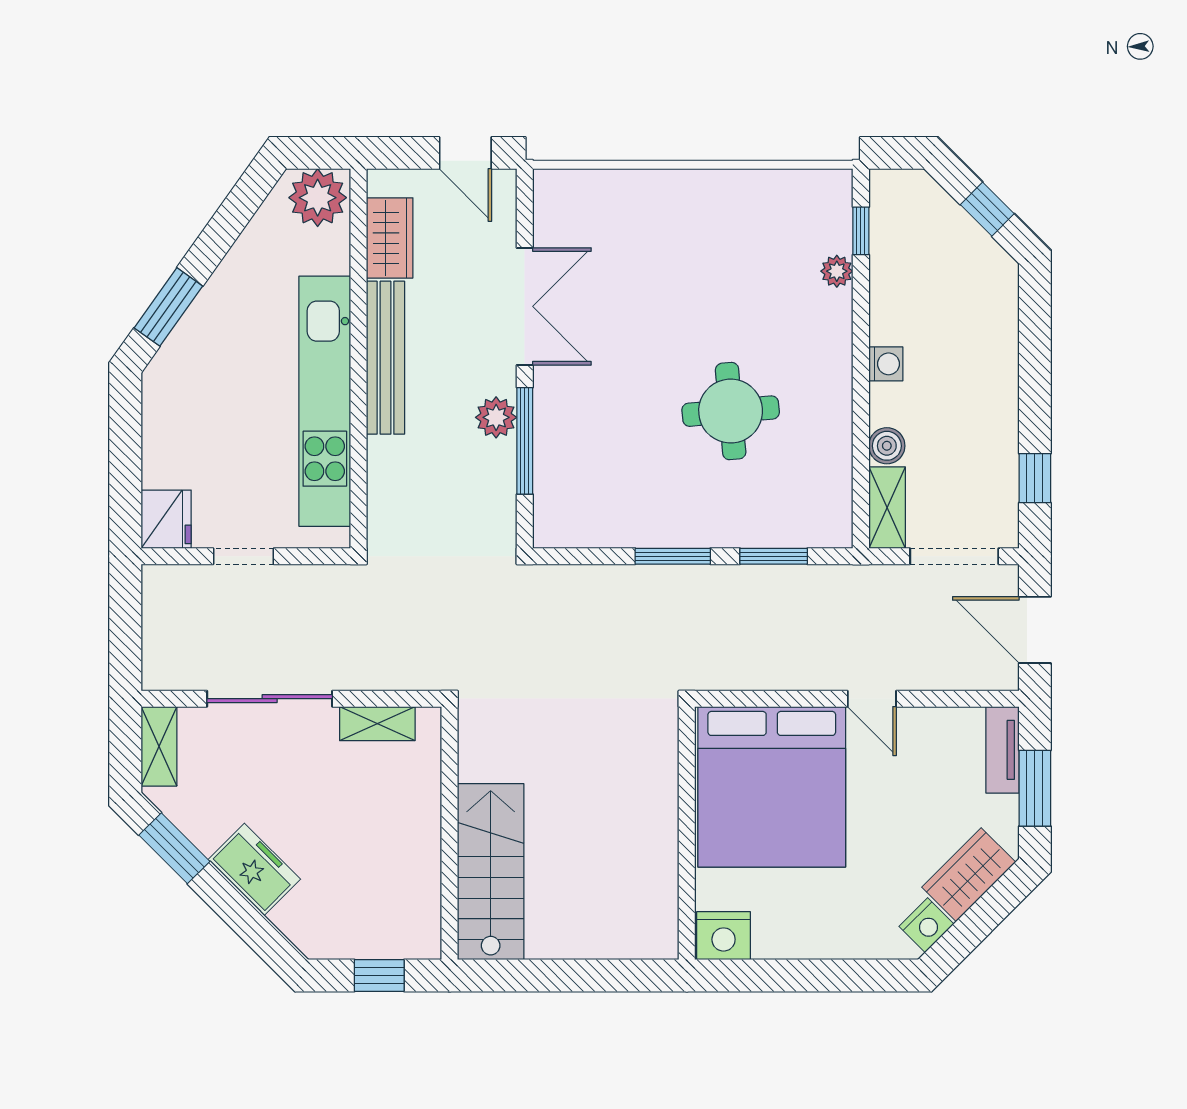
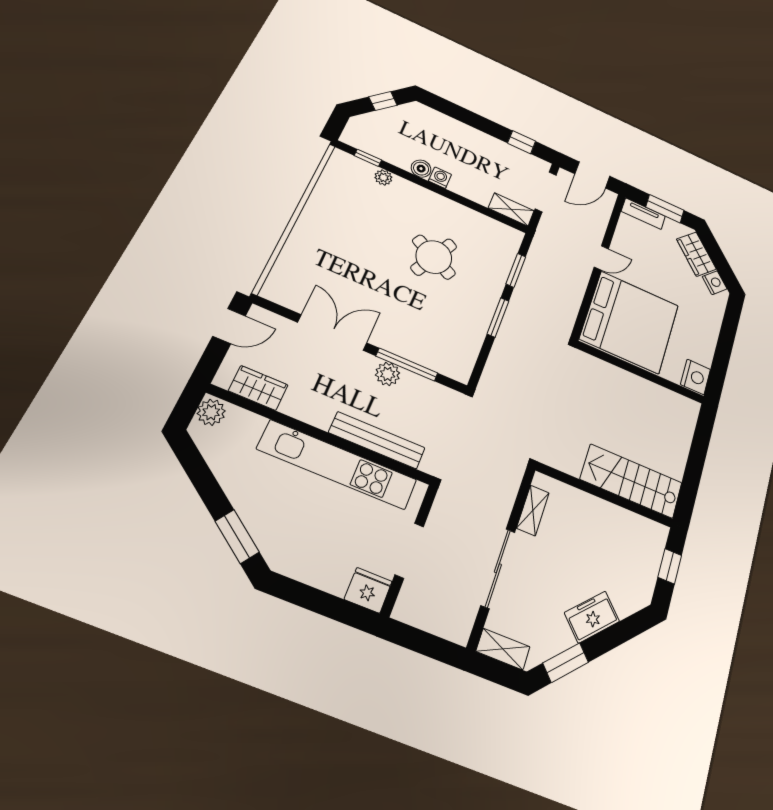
plant: (318, 198) -> (211, 412), width x0.73, depth x0.73
bench: (385, 358) -> (377, 440), moved
round table: (731, 411) -> (434, 257), turned 32
boiler: (887, 446) -> (421, 169), moved
doorway: (244, 556) -> (409, 551), width x1.38

